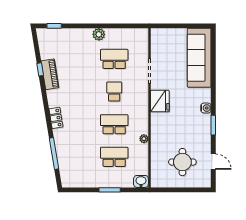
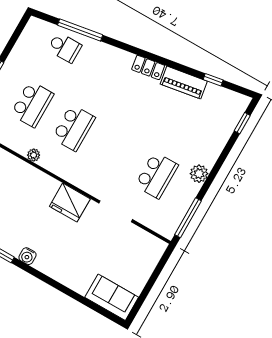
window: (129, 26) -> (188, 218), added
sofa: (199, 58) -> (112, 297), width x0.54, depth x0.79
window: (40, 69) -> (213, 80), moved
school desk: (114, 92) -> (65, 47), moved
locker: (56, 118) -> (148, 67), moved

